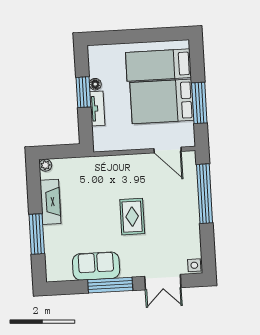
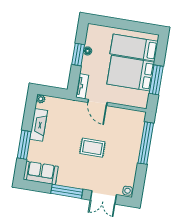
tv unit: (97, 108) -> (82, 86), moved
door: (168, 150) -> (98, 102), moved
rug: (132, 217) -> (92, 148), turned 90
sofa: (96, 266) -> (41, 173), moved

